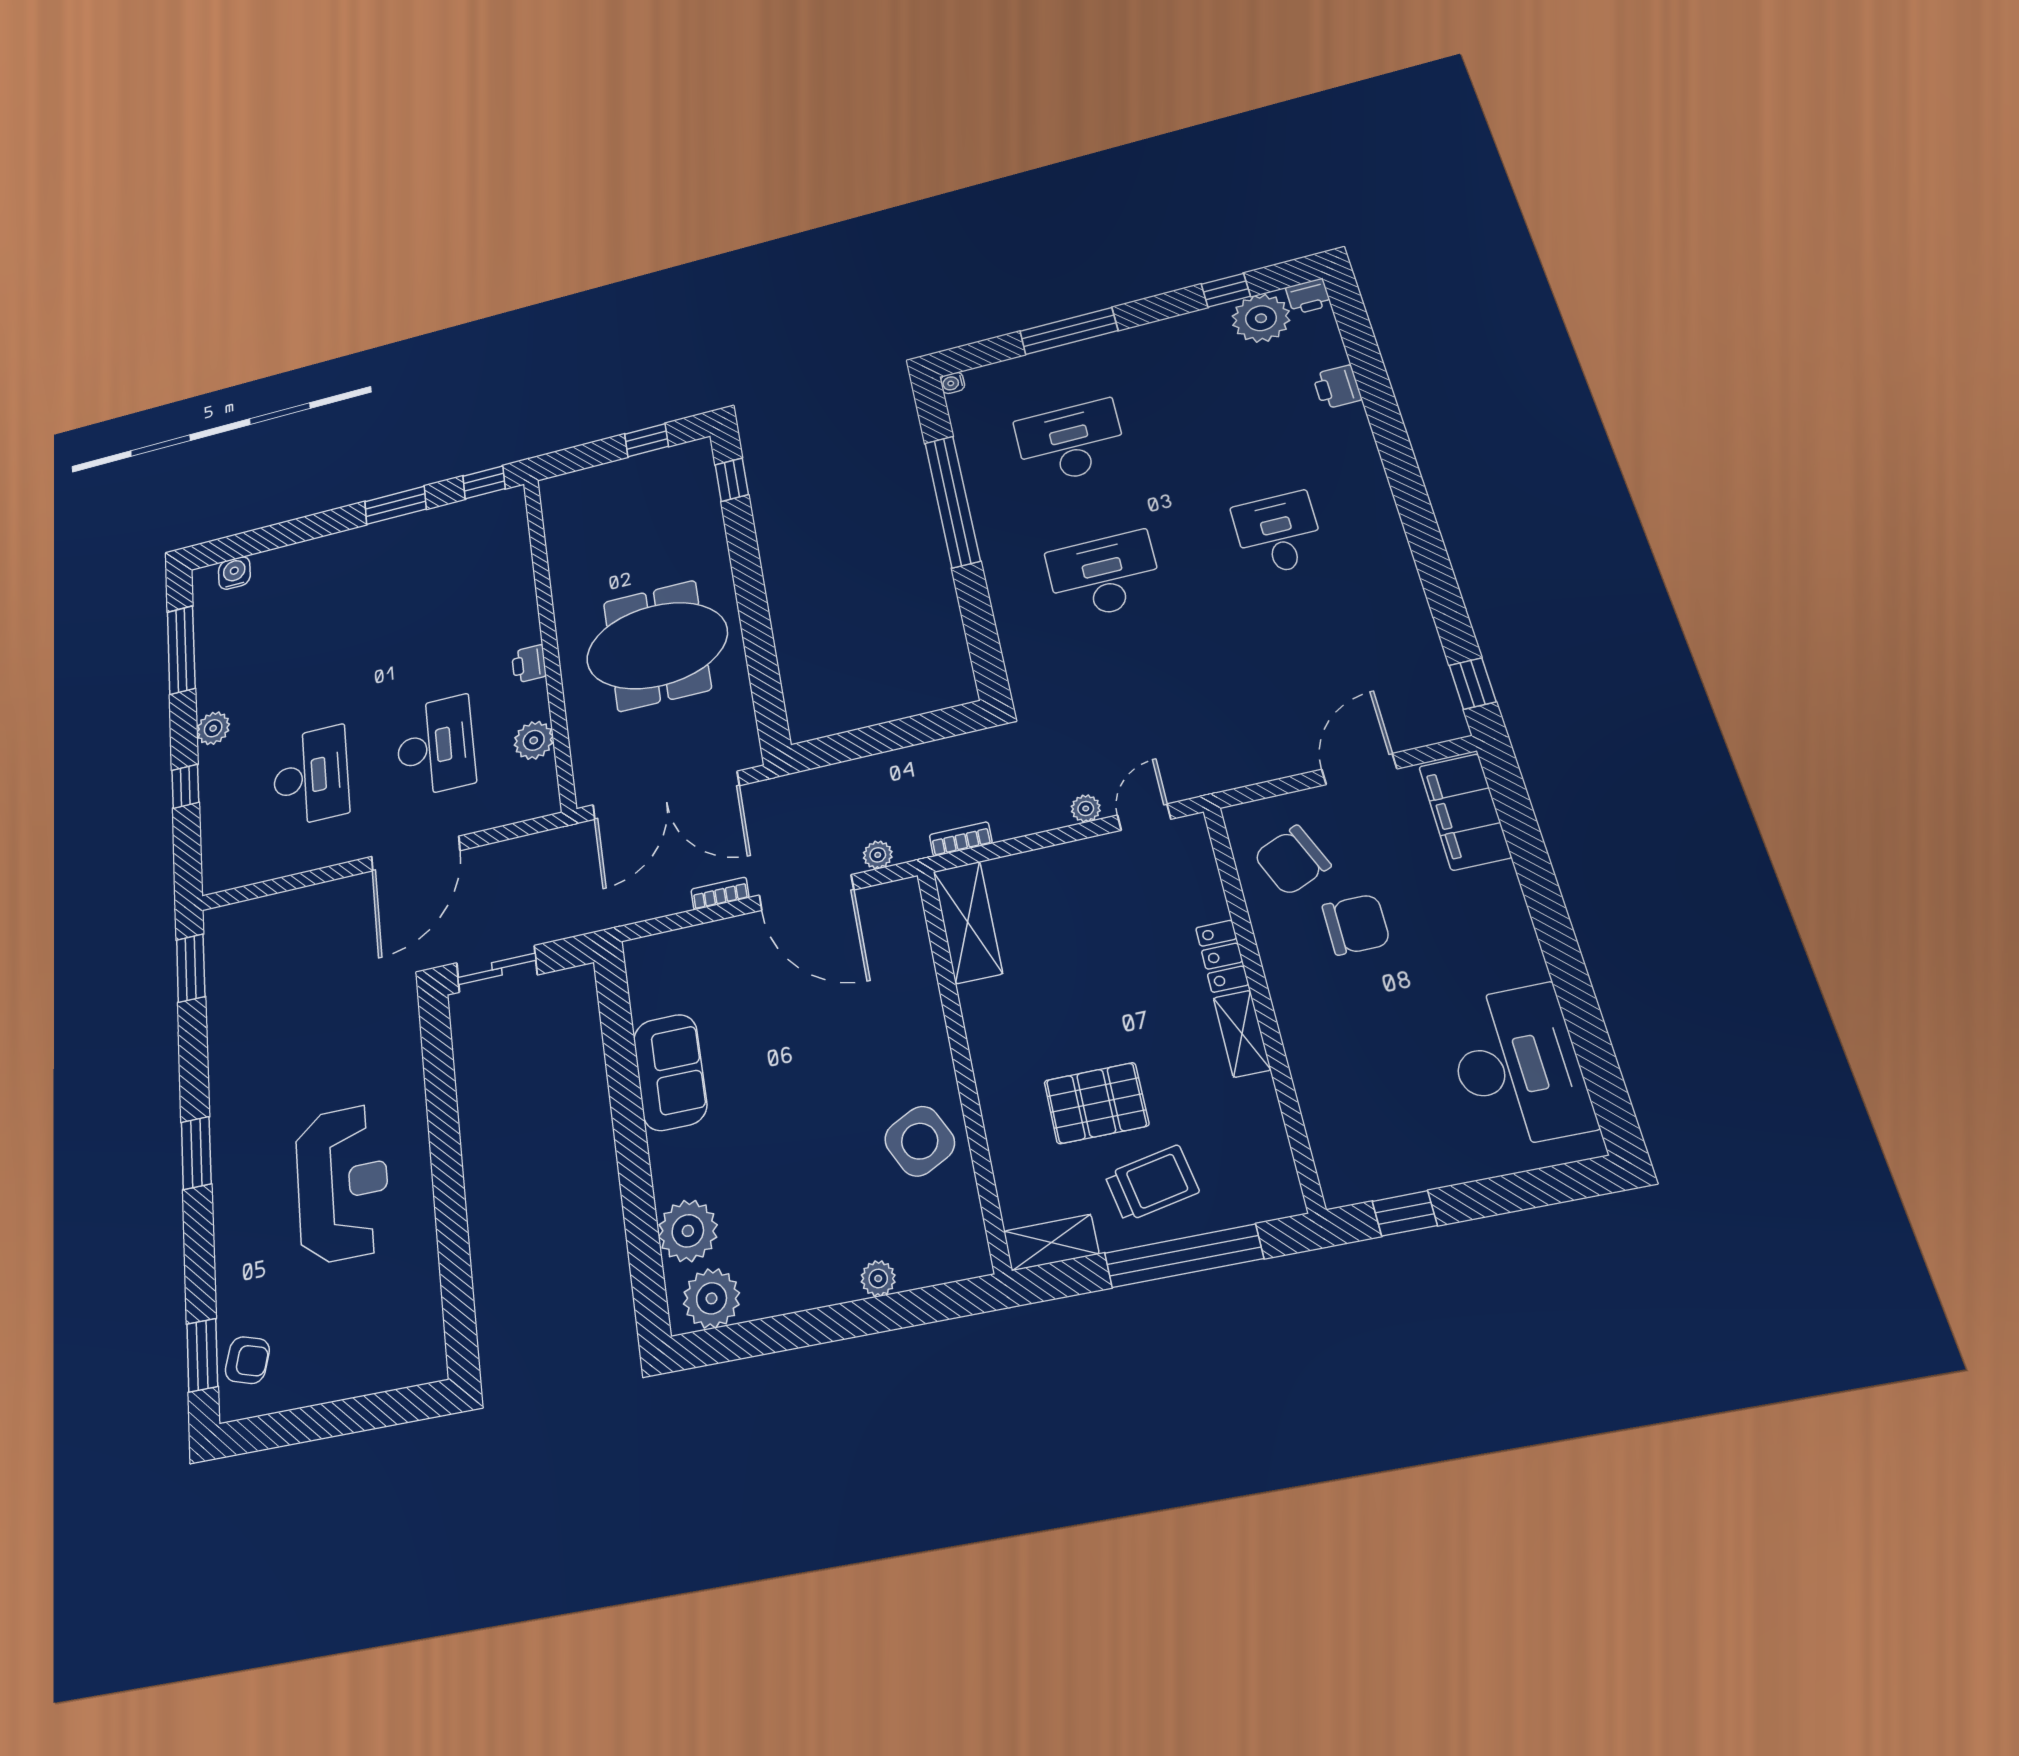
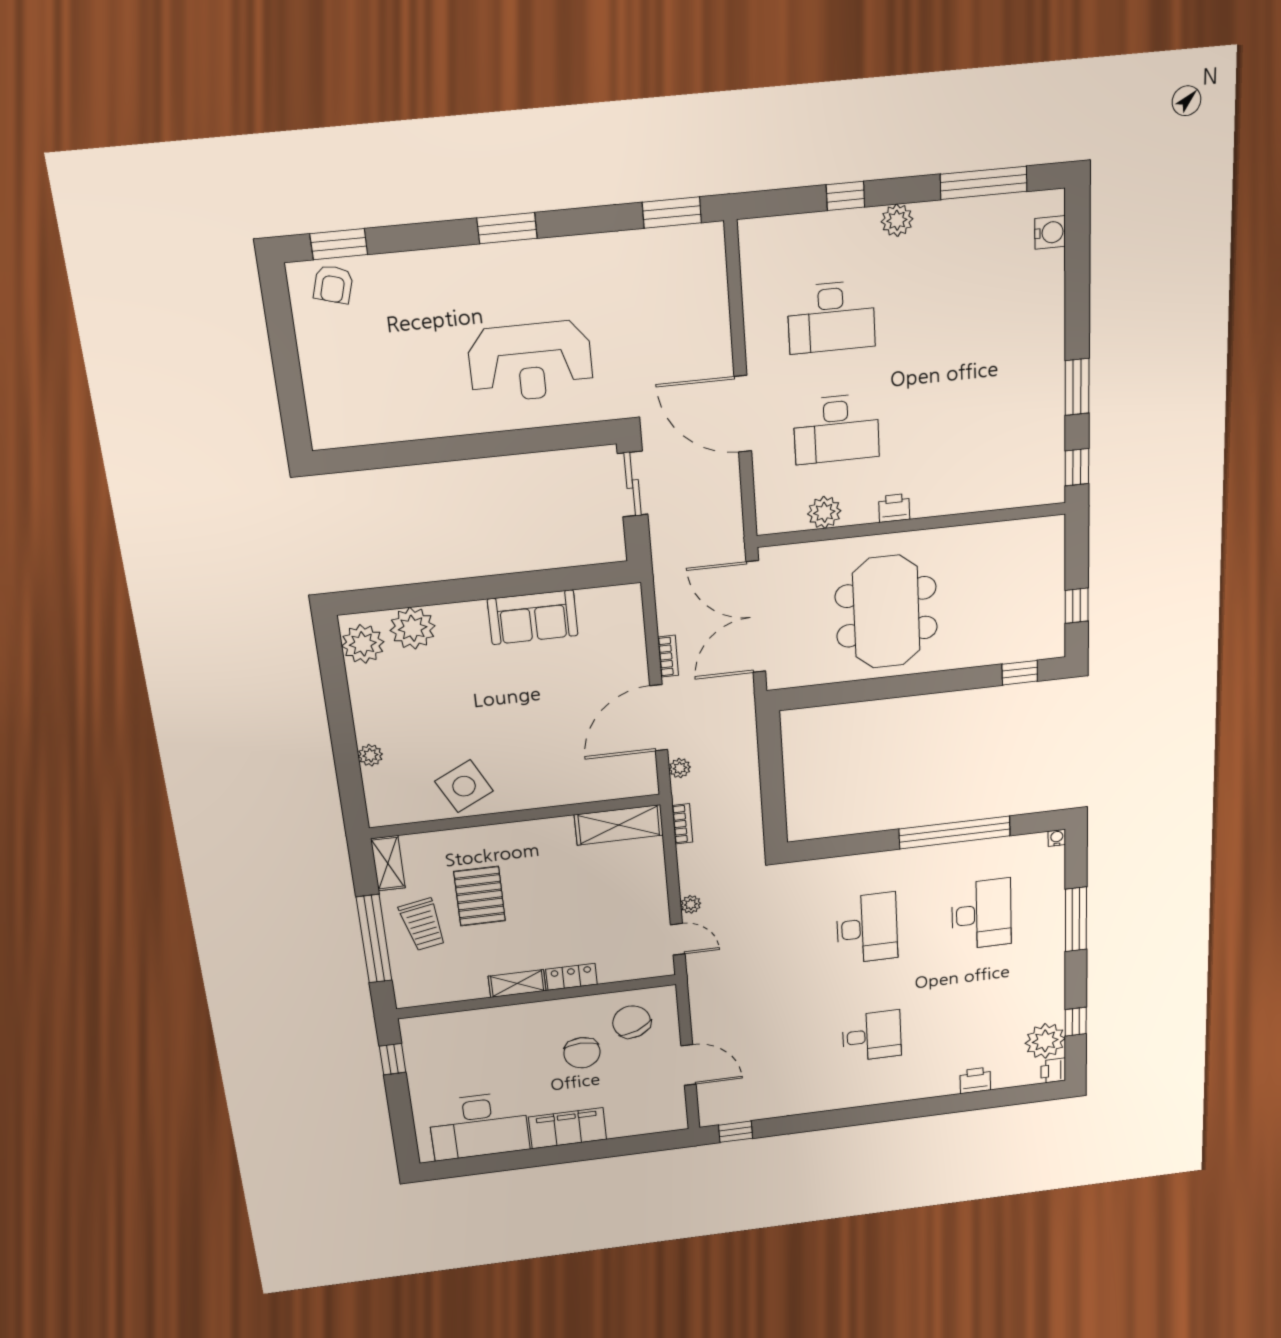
filing cabinet: (1465, 812) -> (568, 1128), moved
reception desk: (343, 1184) -> (531, 362), moved

